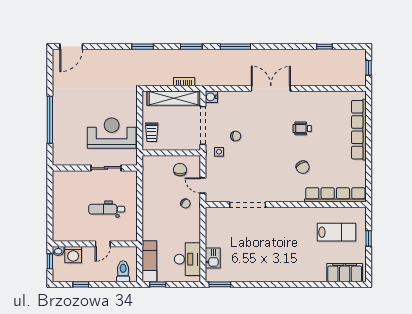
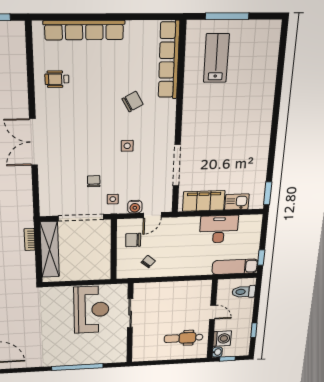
water cooler: (211, 97) -> (135, 207), moved
wheelchair: (302, 128) -> (57, 79), moved, turned 90
trolley: (152, 132) -> (90, 271), removed
reception desk: (112, 133) -> (91, 310), turned 180
side table: (266, 163) -> (127, 146), added
chair: (185, 203) -> (148, 262), moved
dental chair: (107, 209) -> (184, 338), moved, turned 90
window: (369, 238) -> (227, 16), width x2.17
desk: (187, 259) -> (219, 229), moved
filing cabinet: (345, 273) -> (204, 201), moved, turned 90

